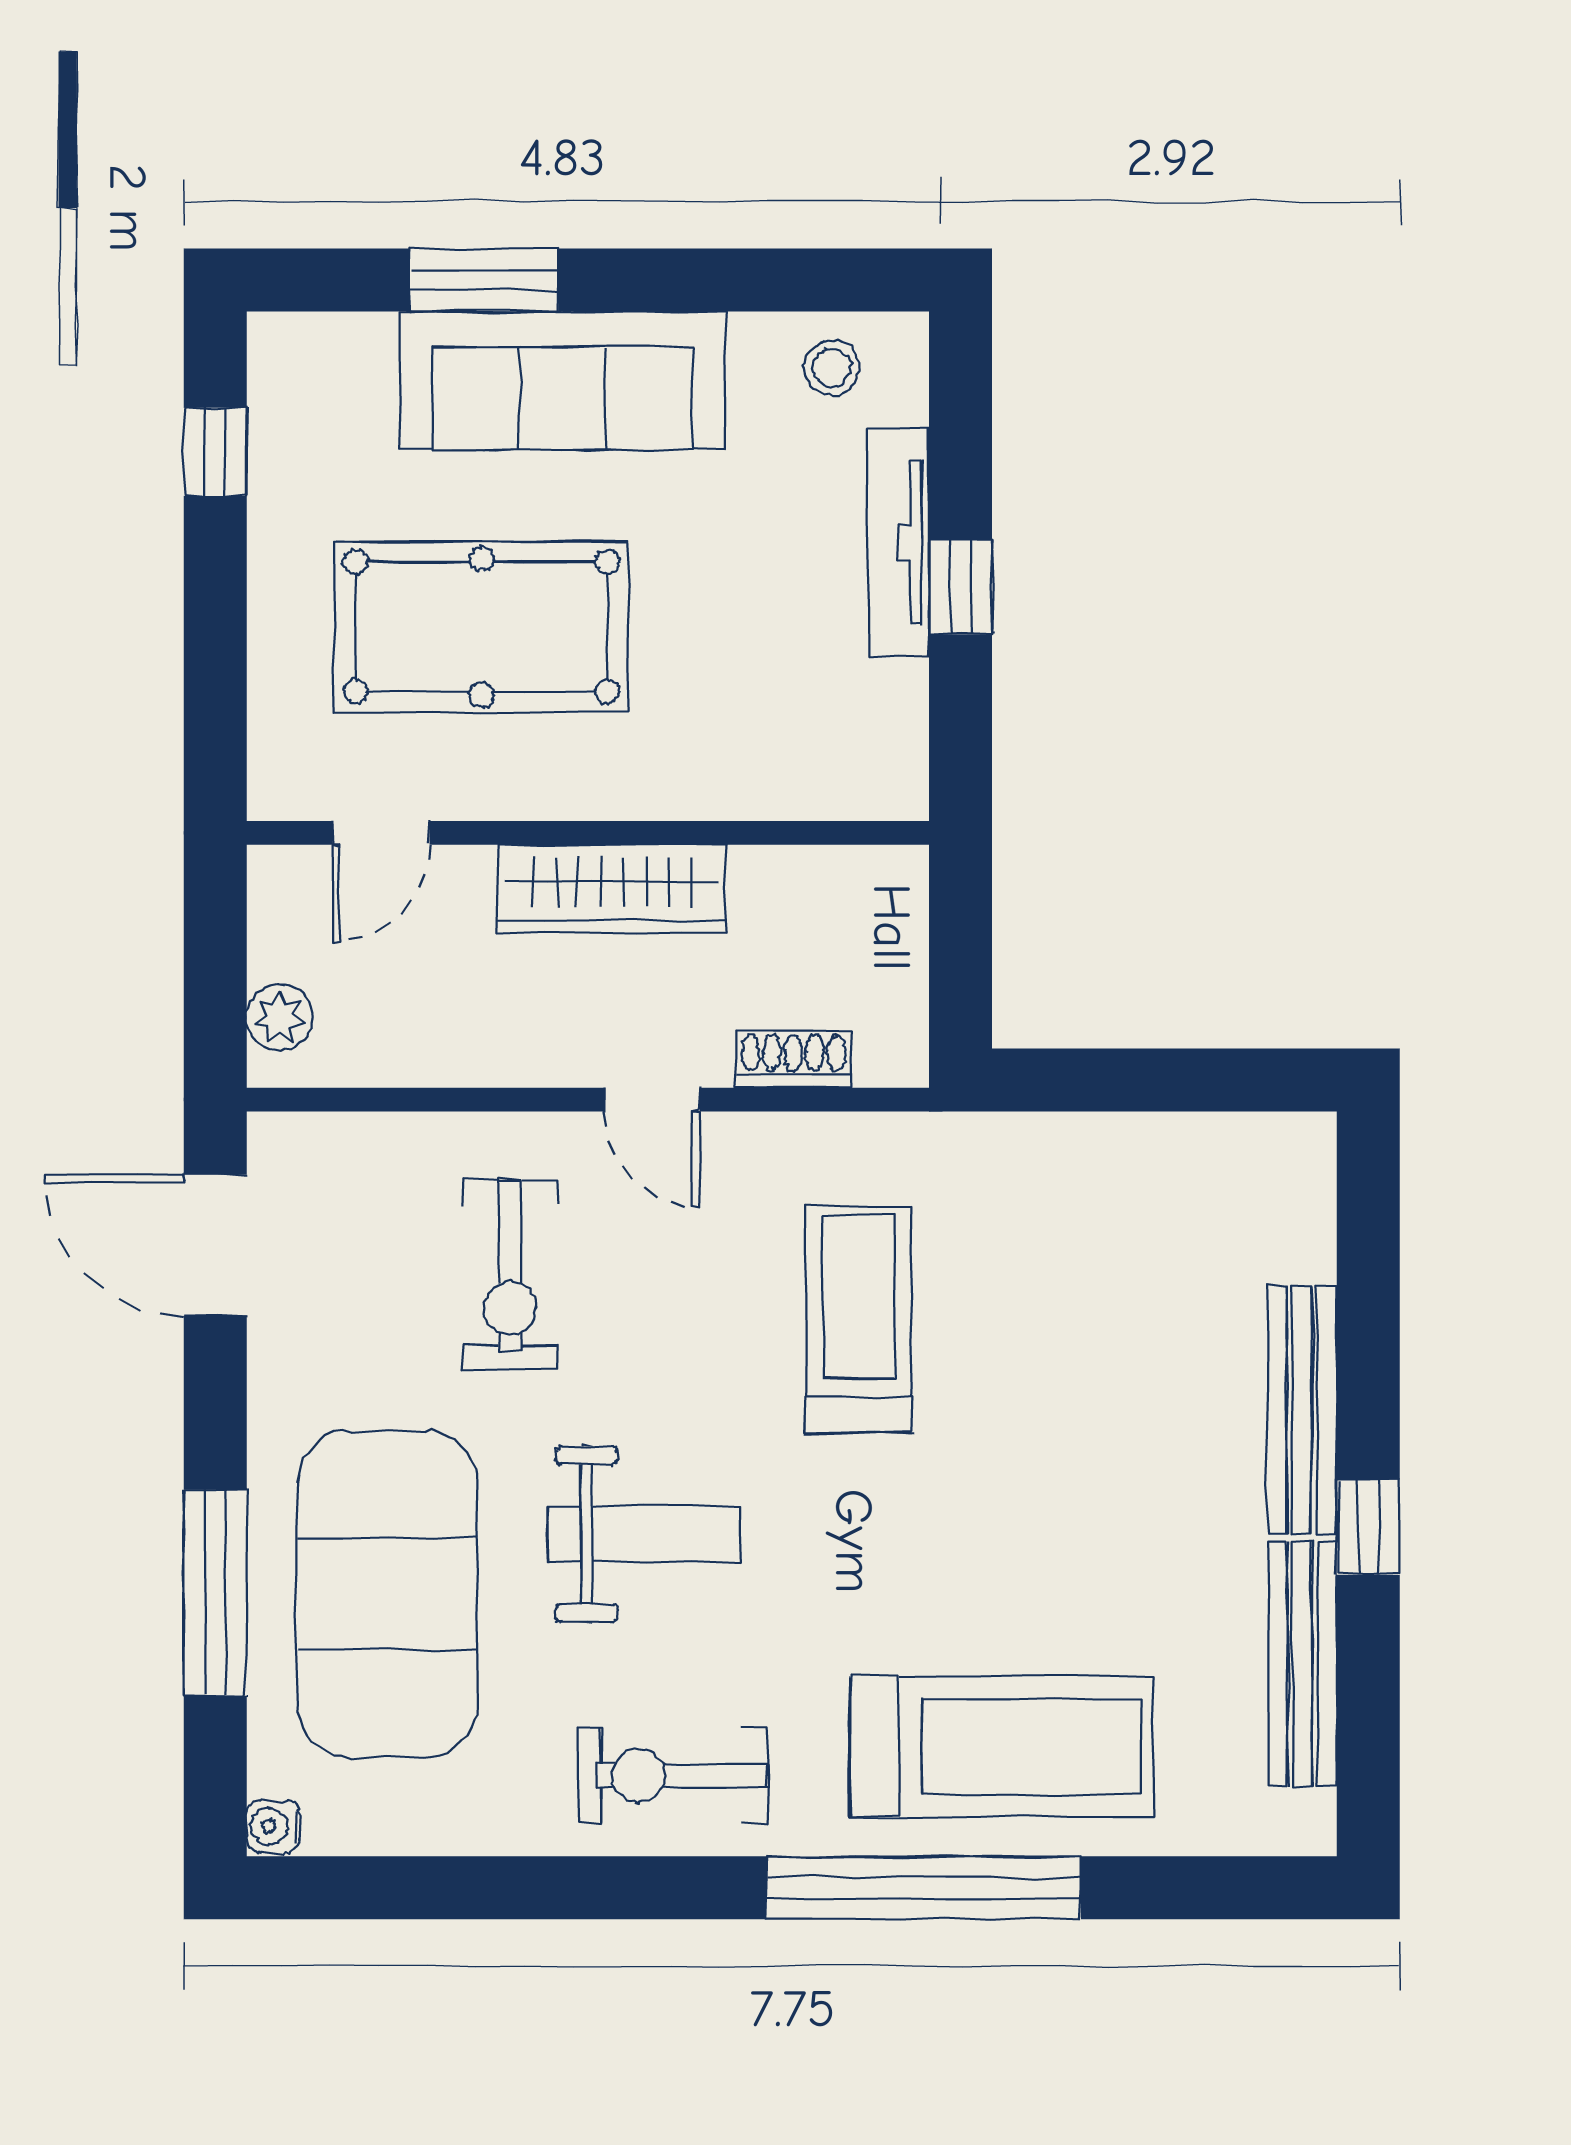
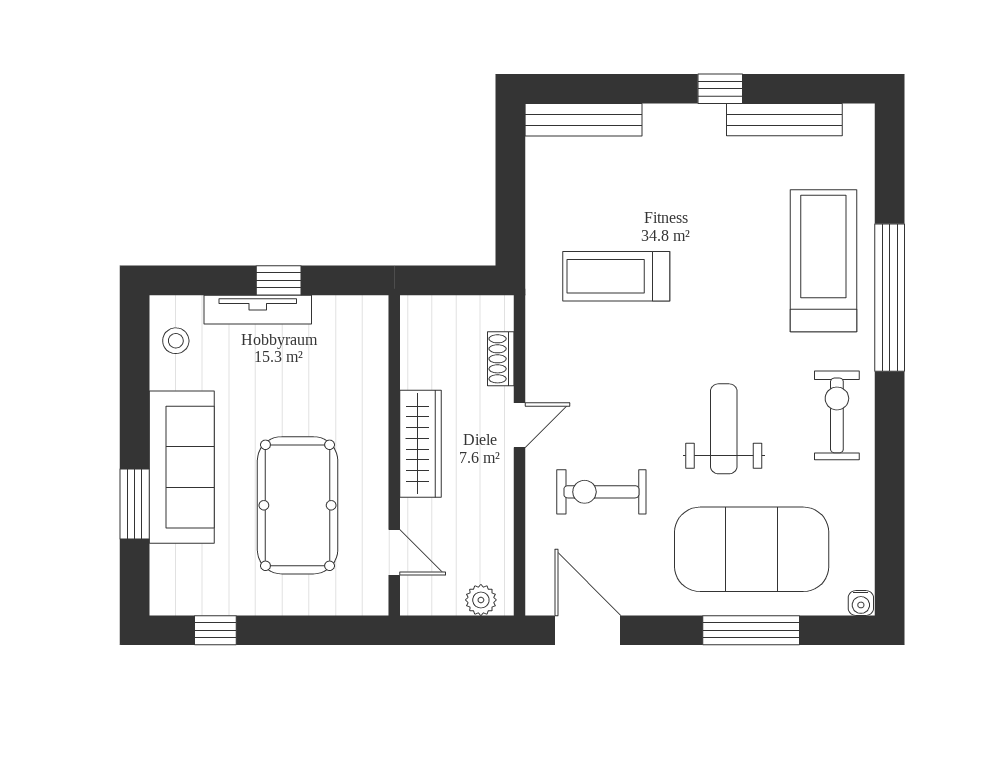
door: (215, 1245) -> (588, 630), swing flipped
exercise bike: (510, 1274) -> (601, 492), turned 180
treadmill: (859, 1320) -> (616, 276), moved
bench: (1302, 1410) -> (583, 120), moved
exercise bike: (673, 1775) -> (837, 415), turned 180

